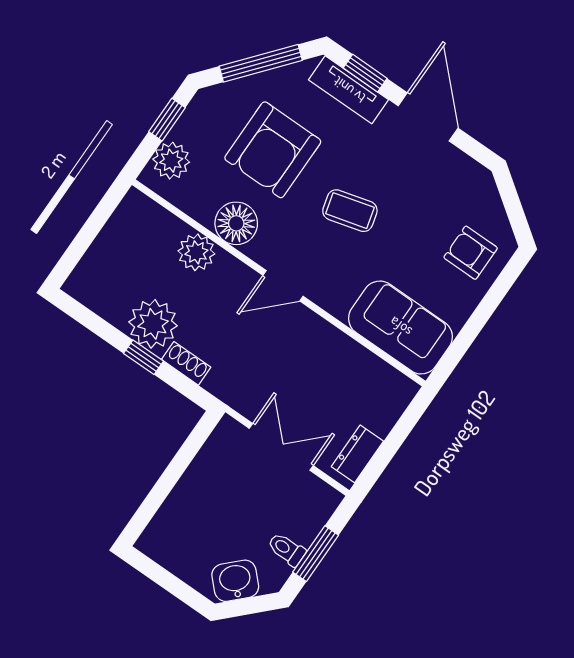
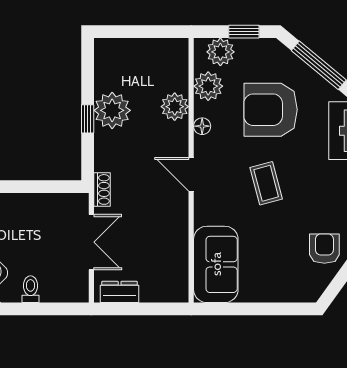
plant: (200, 200) -> (208, 86), added
floor lamp: (236, 223) -> (202, 126), width x0.53, depth x0.53
armchair: (471, 253) -> (324, 249), moved
shoe rack: (186, 363) -> (102, 189), moved
window: (316, 554) -> (40, 309), removed

